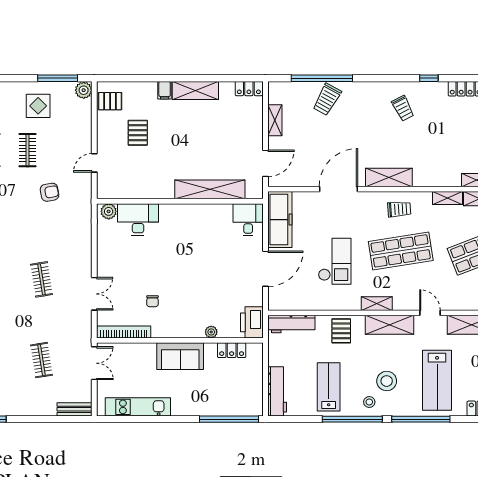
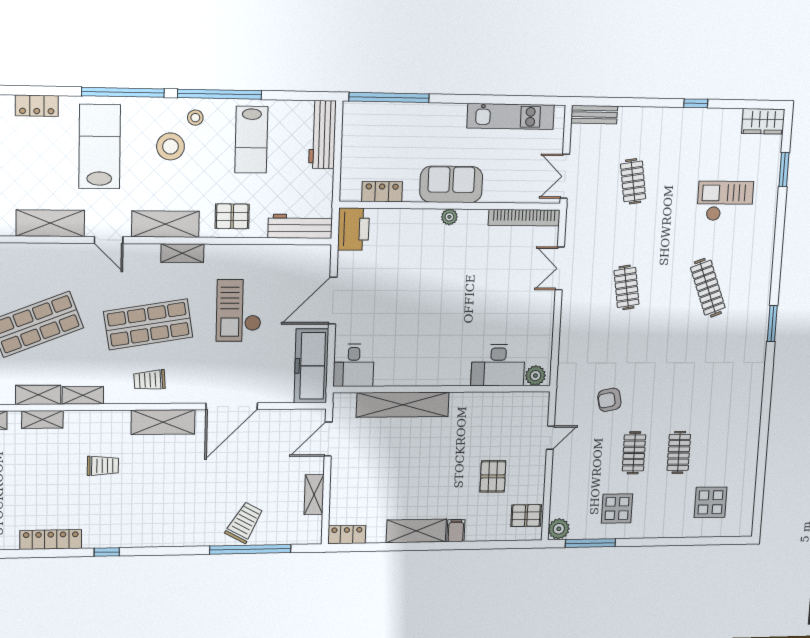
trolley: (403, 108) -> (103, 466), moved, turned 117
chair: (152, 301) -> (484, 258), removed
pallet: (341, 331) -> (232, 216), turned 90
plant: (211, 332) -> (449, 217), moved

